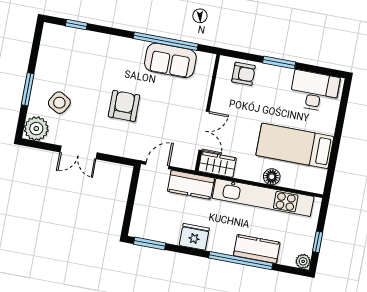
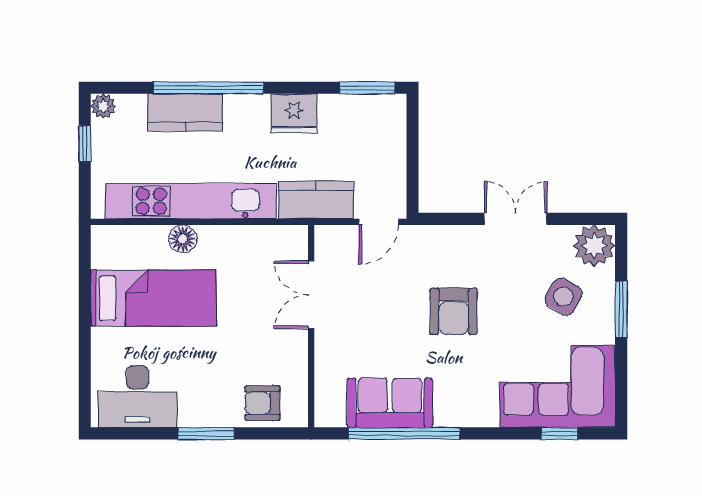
corner sofa: (72, 52) -> (557, 386), added
wardrobe: (217, 164) -> (278, 242), removed

